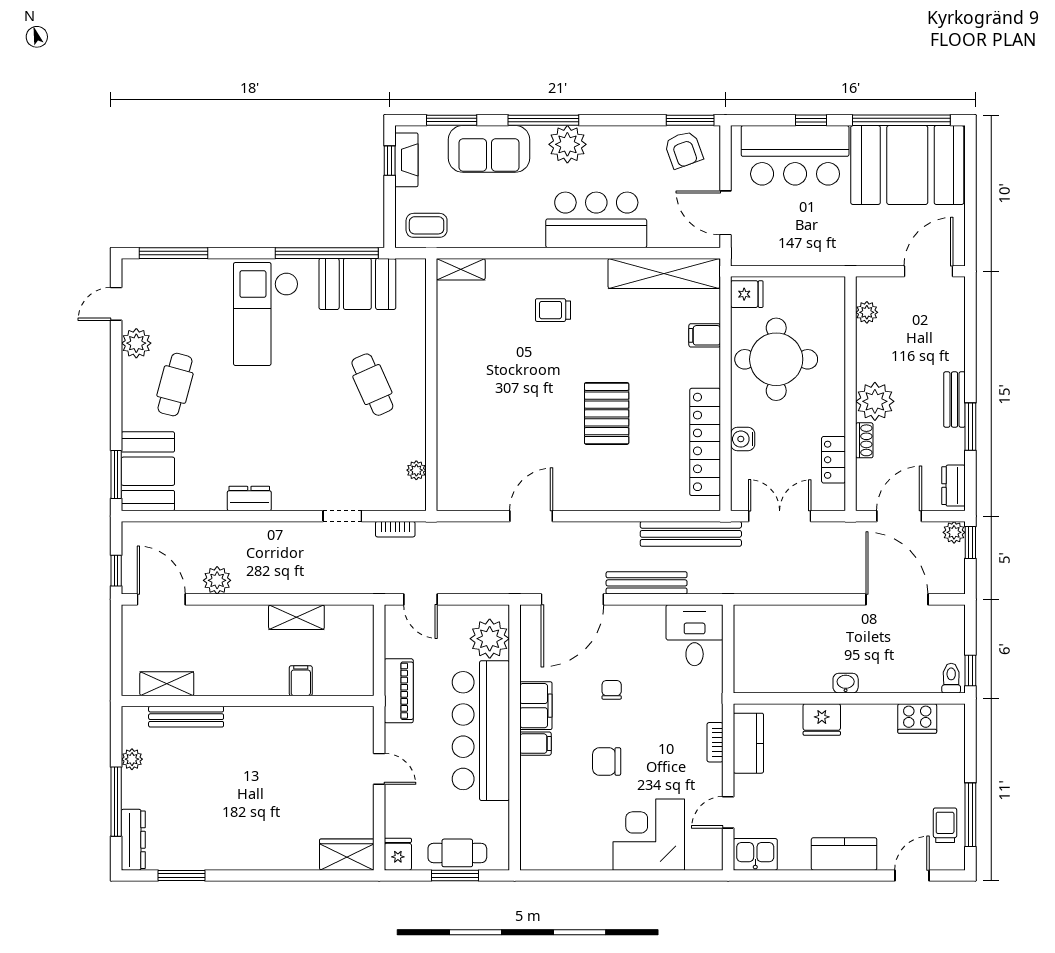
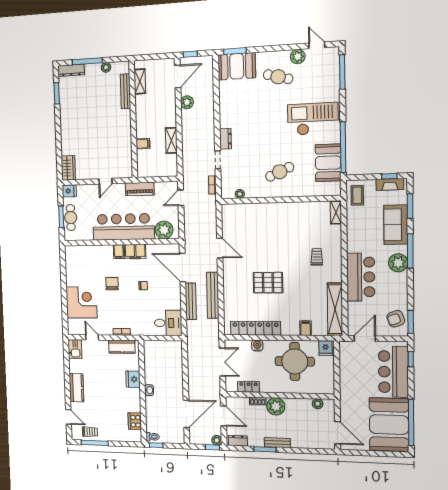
window: (811, 120) -> (411, 359), moved
dresser: (249, 499) -> (225, 139), moved
bench: (691, 534) -> (213, 295), moved

